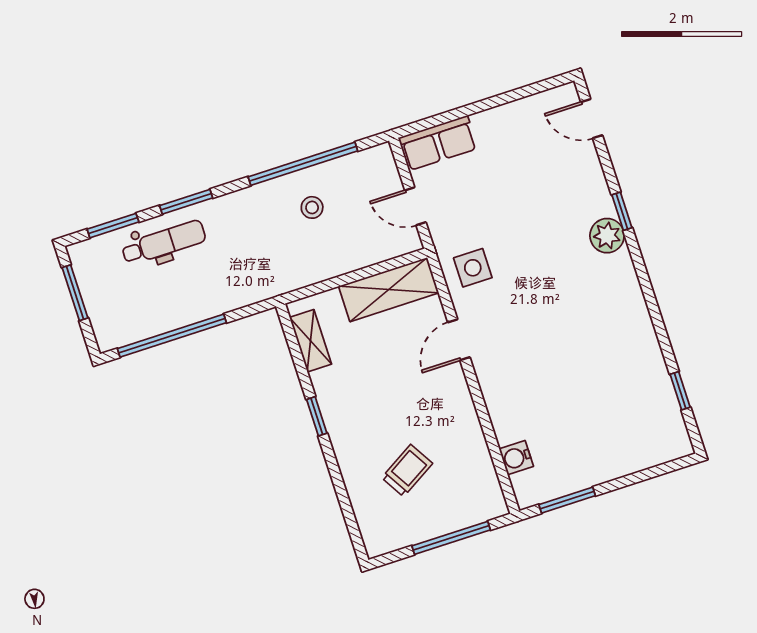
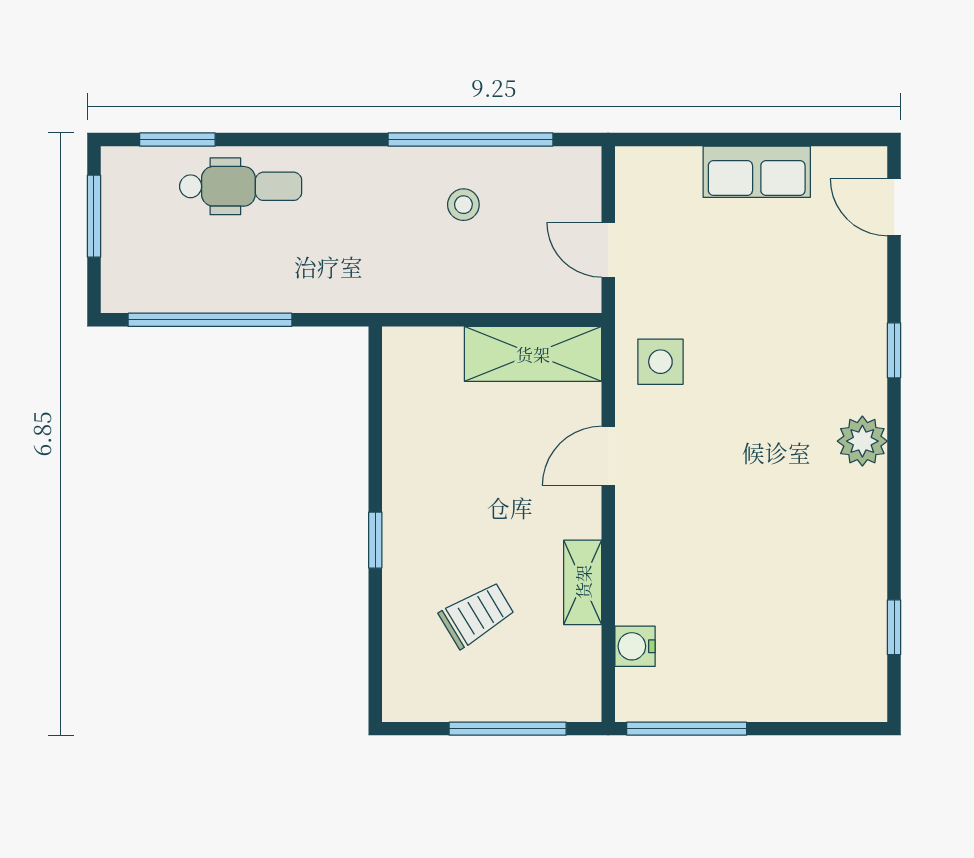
row of seats: (438, 143) -> (757, 172), moved
window: (186, 202) -> (290, 140), removed
plant: (607, 236) -> (862, 441), moved
shelving: (311, 341) -> (583, 582), moved
window: (317, 416) -> (375, 540), moved
window: (567, 500) -> (687, 729), width x1.44

